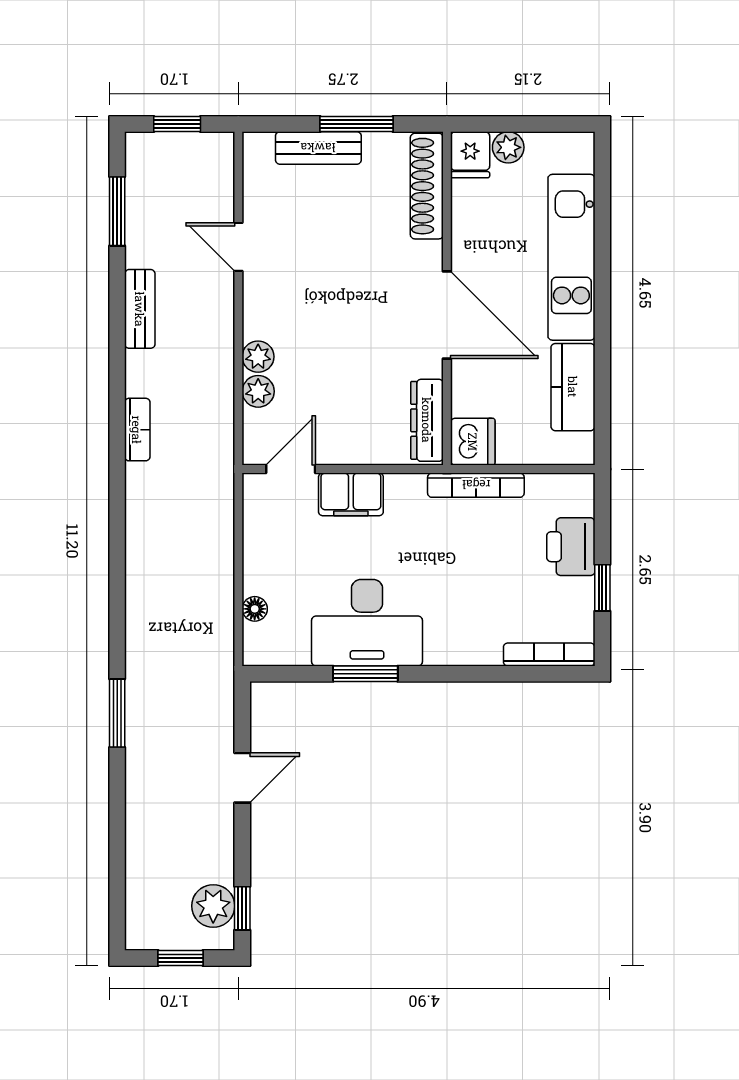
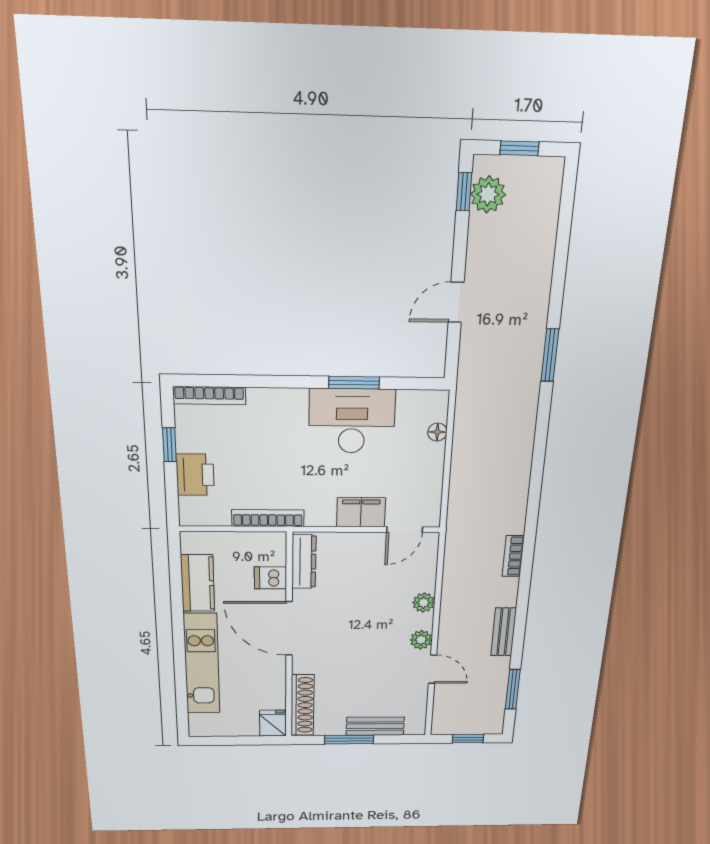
plant: (508, 147) -> (247, 728), removed
plant: (258, 391) -> (421, 640), moved
dishwasher: (473, 442) -> (271, 578), moved, width x0.73

